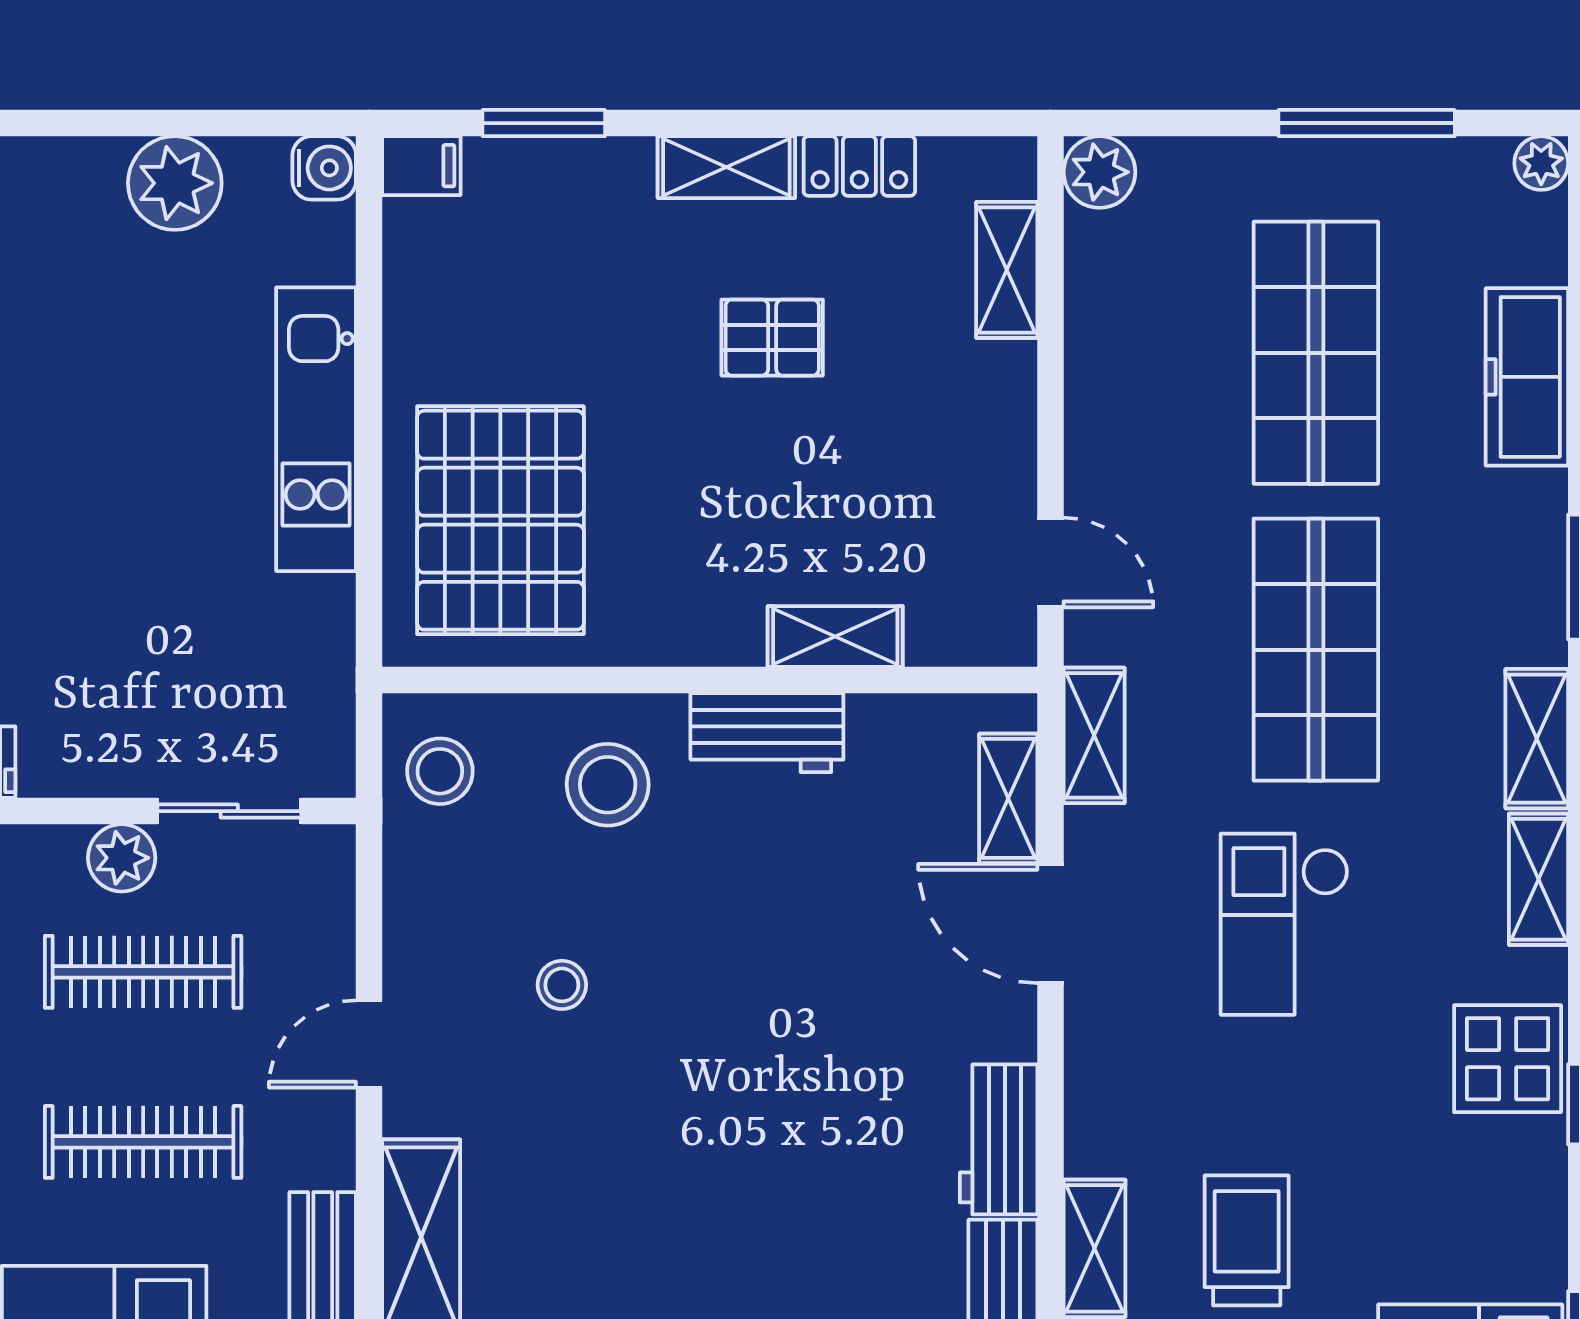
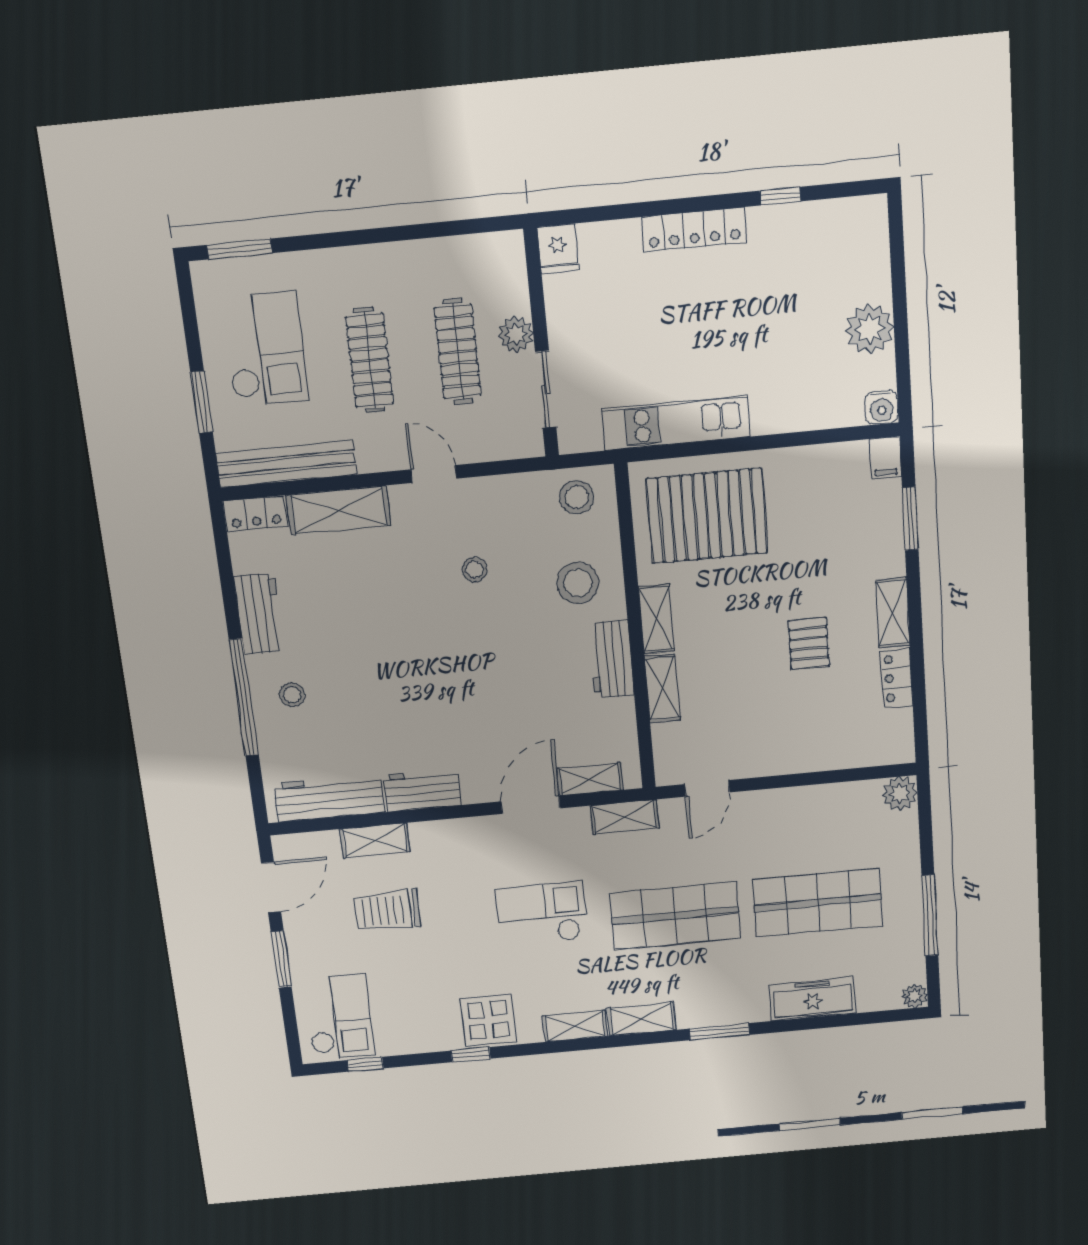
shelving: (1007, 270) -> (656, 619), moved, turned 90
kitchen unit: (316, 429) -> (676, 423), moved
trolley: (1247, 1240) -> (387, 910), turned 180

